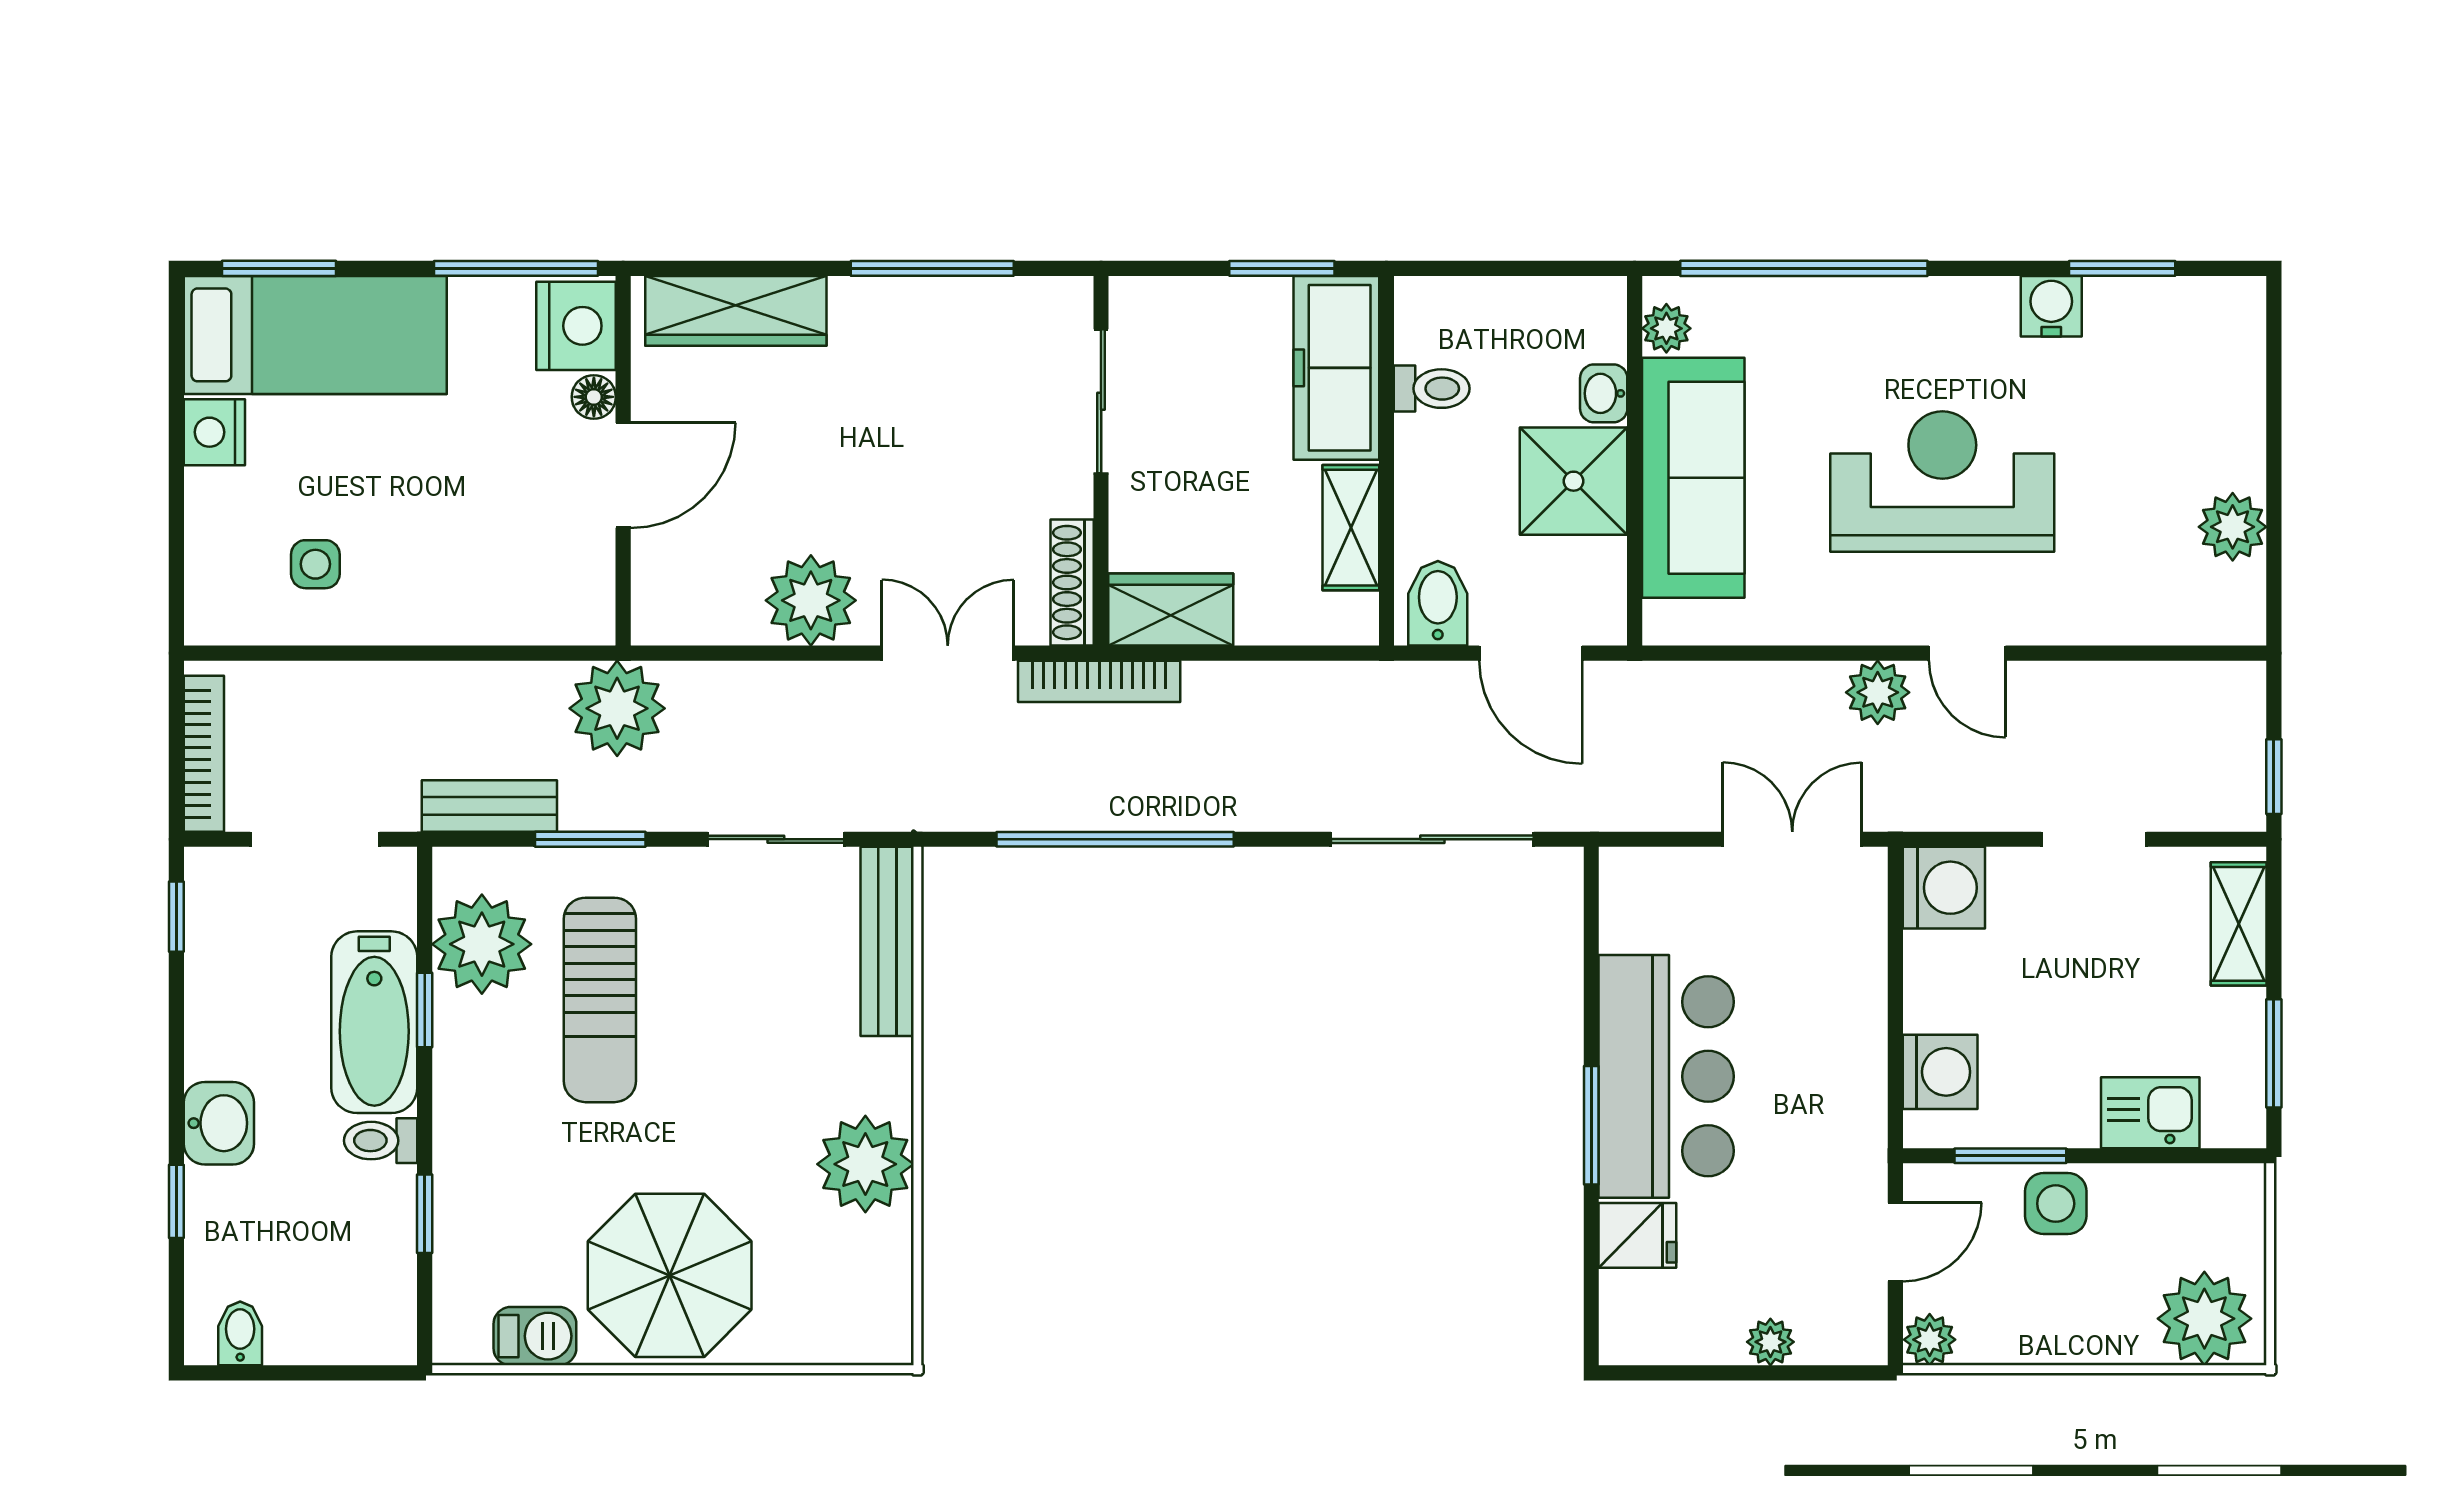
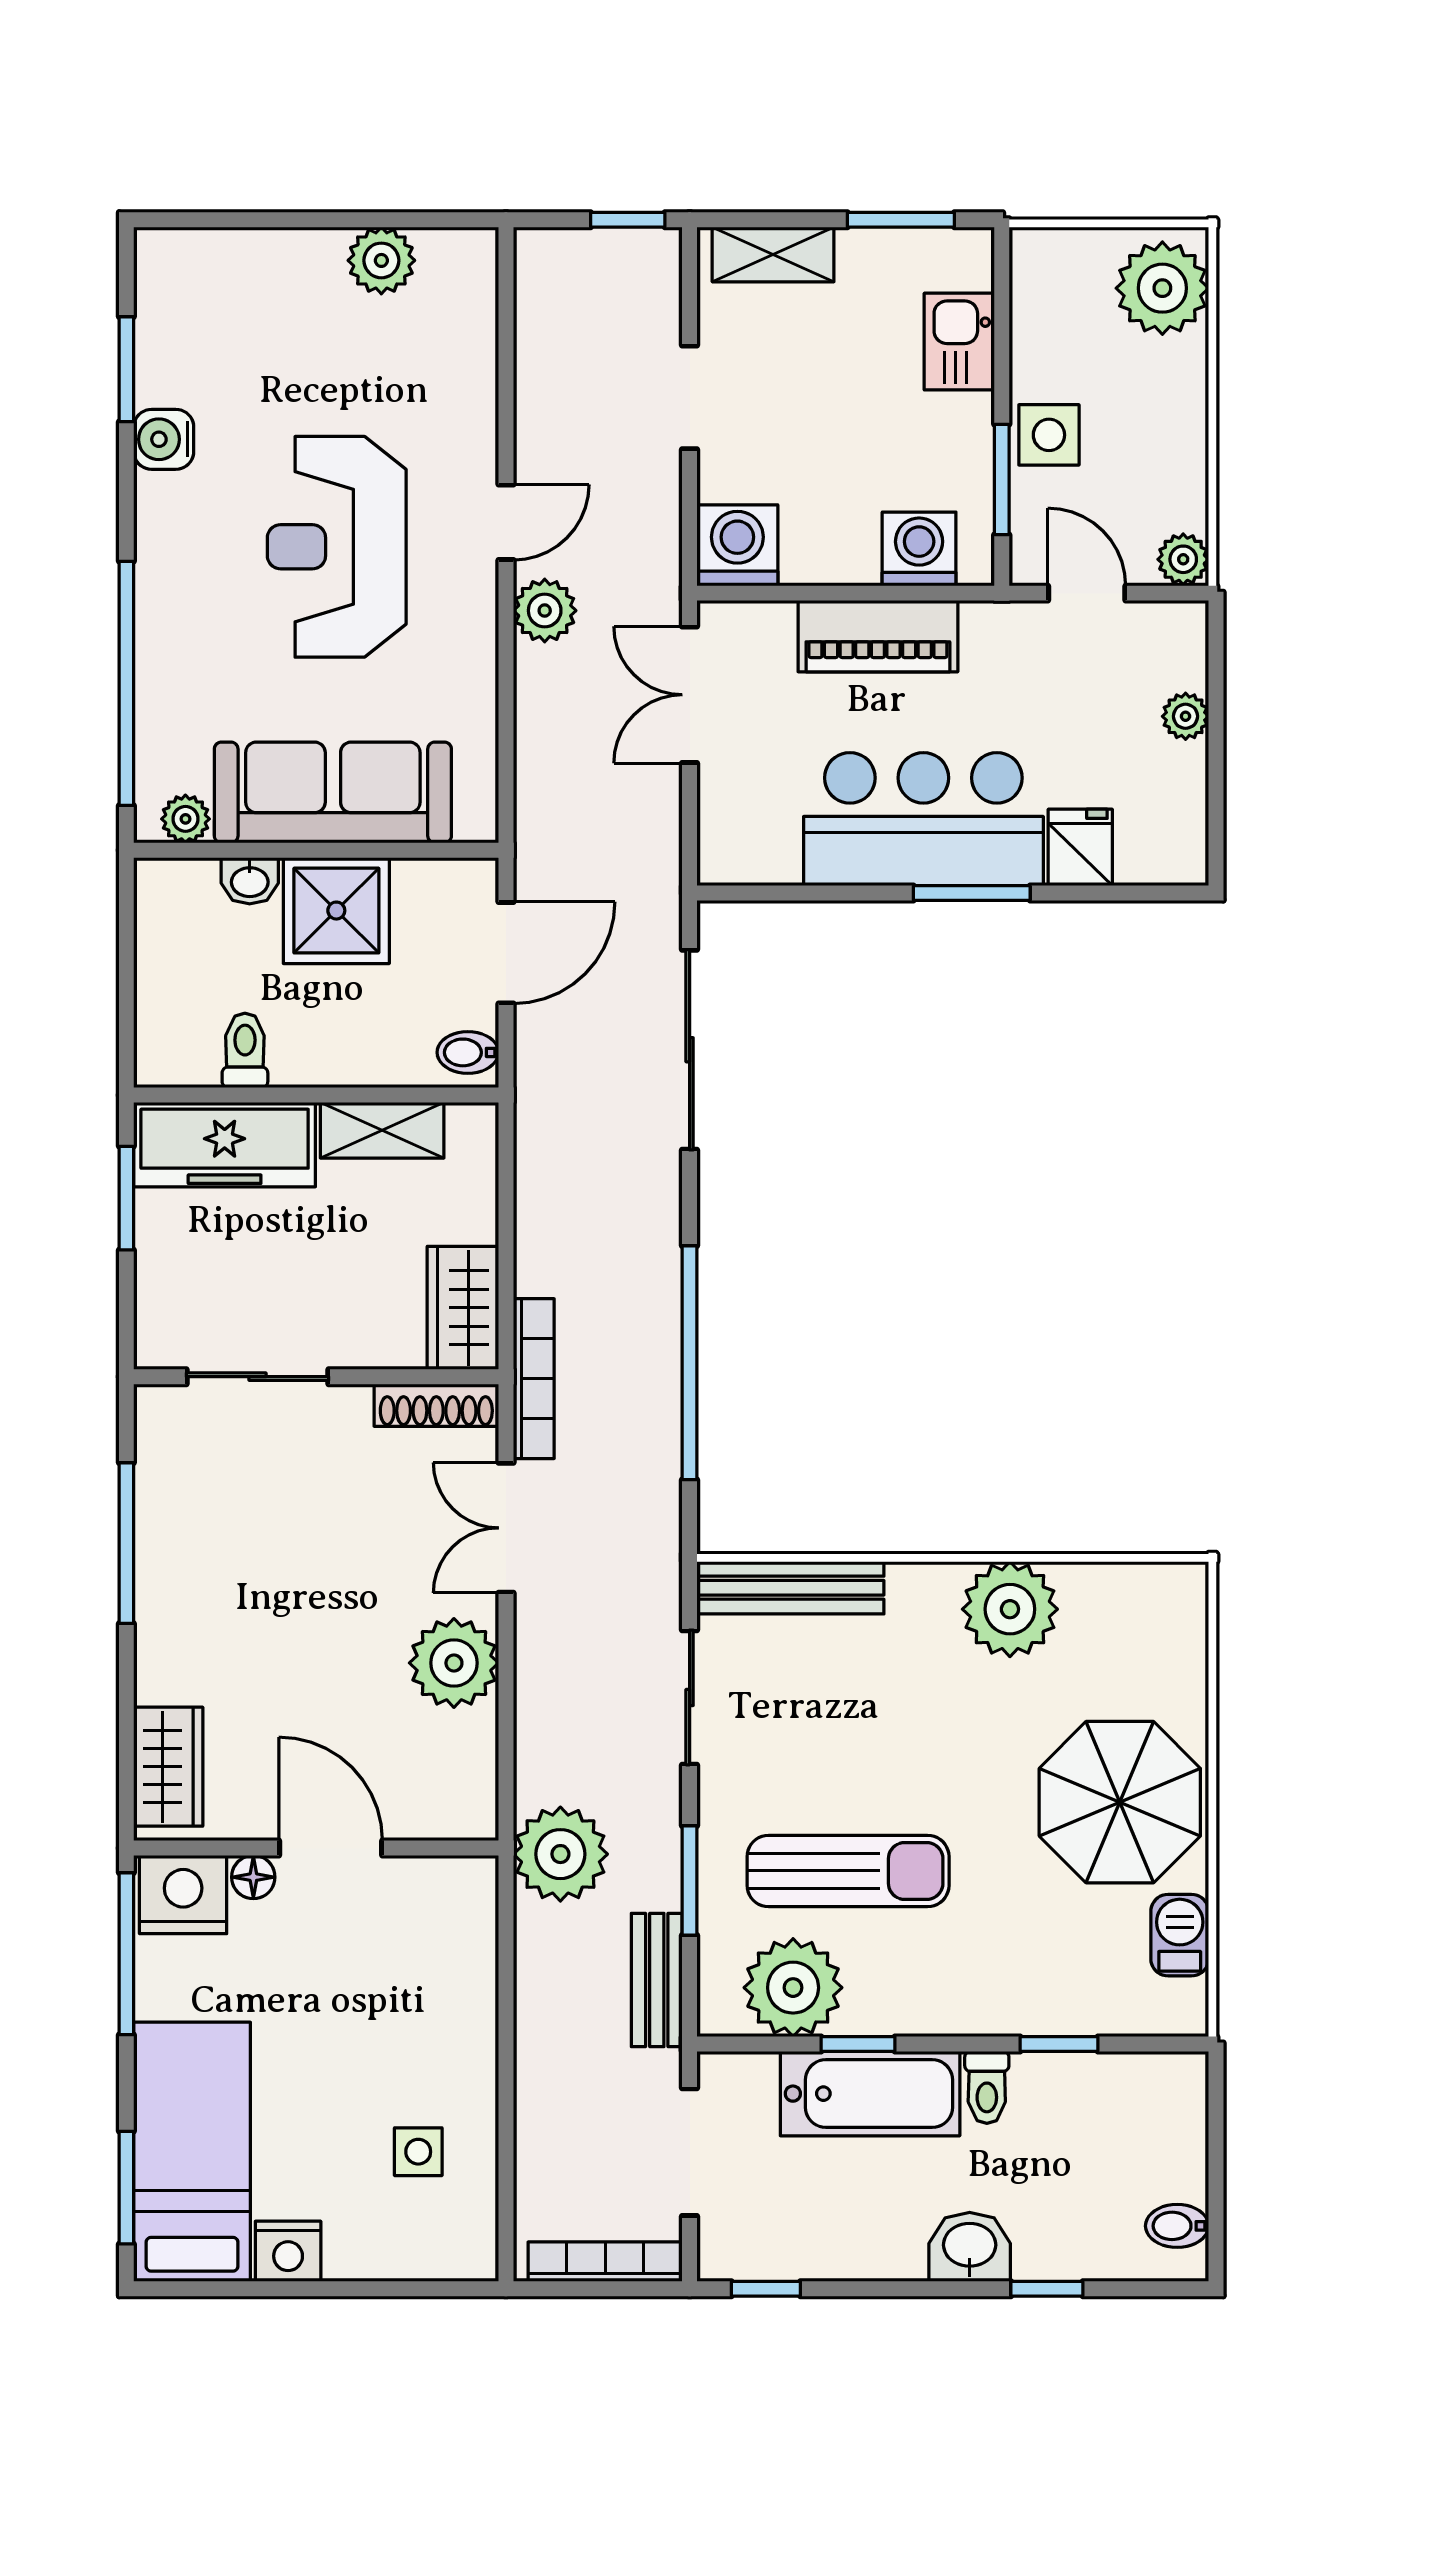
wardrobe: (736, 311) -> (168, 1767), width x0.67
bidet: (1438, 603) -> (468, 1052), width x0.72, depth x0.74
piano: (1852, 1030) -> (878, 636), added

